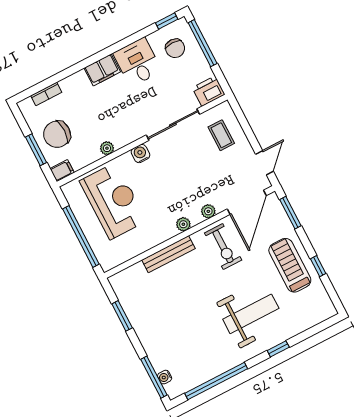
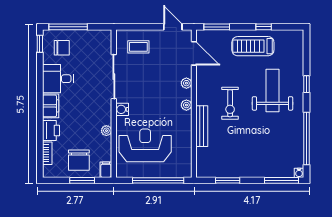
printer: (209, 91) -> (51, 131), moved, turned 180
door: (247, 202) -> (194, 53), width x0.73
exercise bike: (223, 247) -> (230, 103), moved, turned 90
water cooler: (165, 377) -> (299, 173), moved

